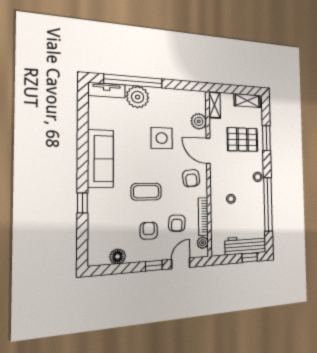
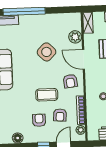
plant: (138, 97) -> (28, 23), removed
side table: (162, 138) -> (47, 52), turned 45
coffee table: (146, 192) -> (47, 95), moved

